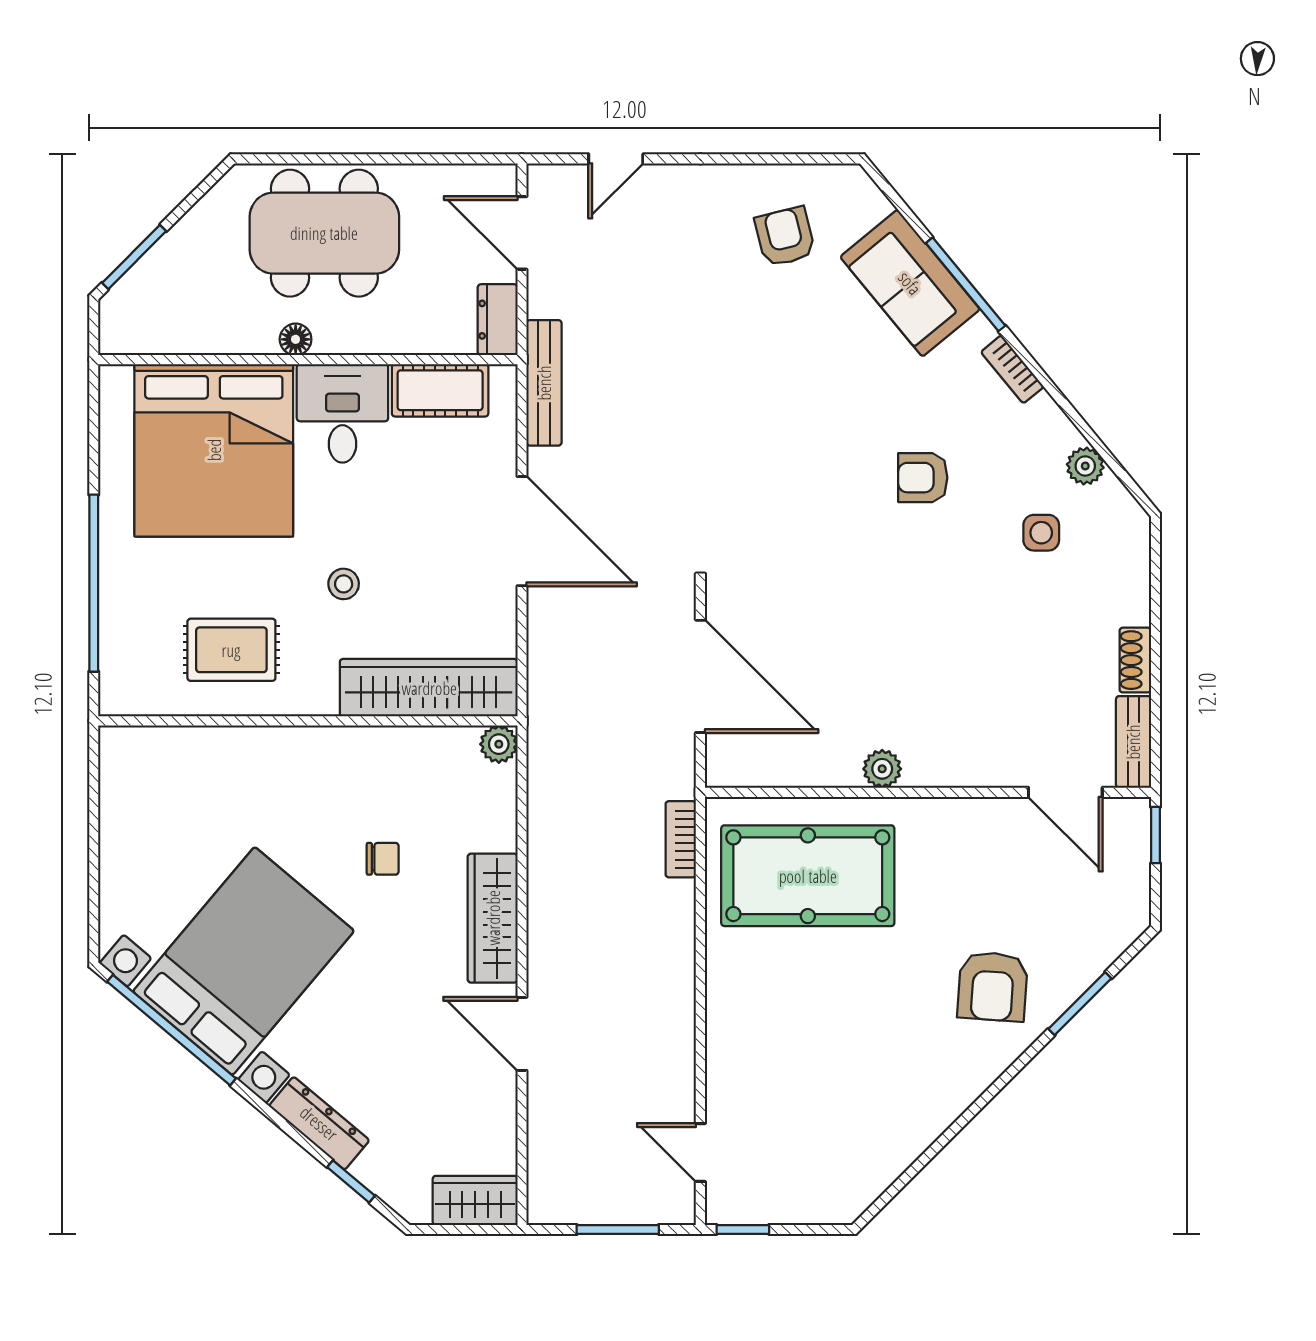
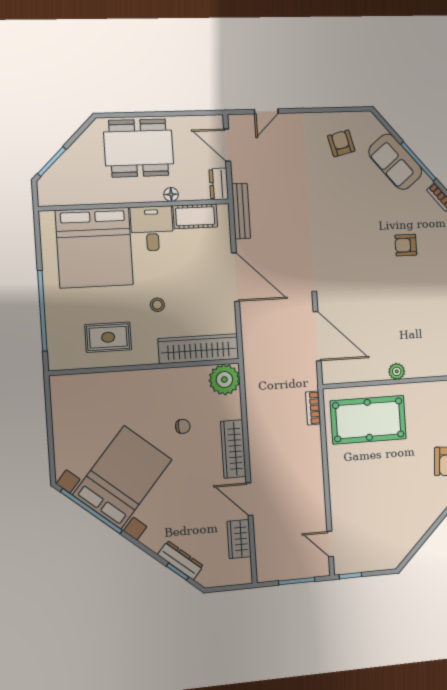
floor lamp: (296, 339) -> (171, 194), moved
plant: (499, 744) -> (224, 380), width x1.88, depth x1.88
dresser: (319, 1123) -> (181, 560), moved
wardrobe: (475, 1200) -> (239, 539), moved, turned -90

